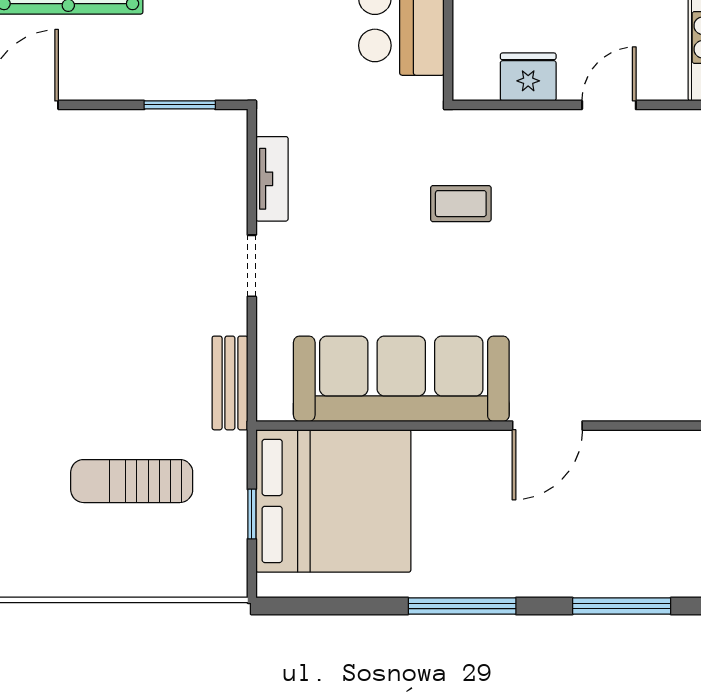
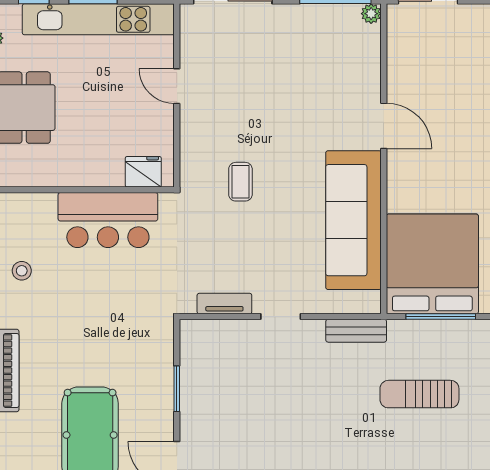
fridge: (528, 77) -> (143, 172), moved, turned 90
window: (180, 105) -> (177, 389), moved
sun lounger: (132, 481) -> (419, 394), turned 90
window: (252, 514) -> (441, 317), width x2.17

